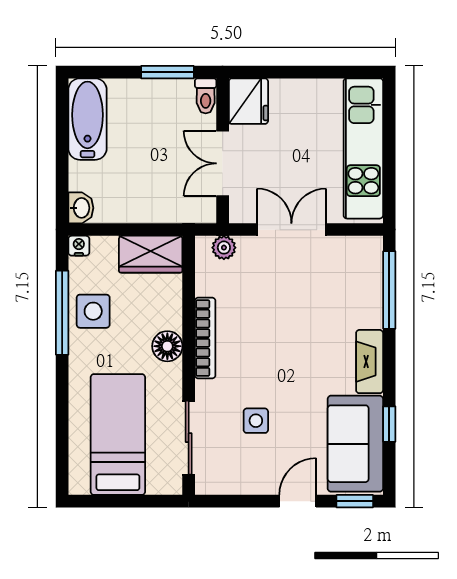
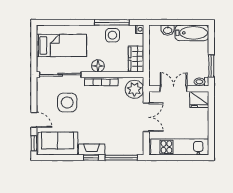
washbasin: (81, 208) -> (168, 30), moved
plant: (224, 248) -> (134, 89), width x1.88, depth x1.88
side table: (256, 421) -> (67, 102), width x1.87, depth x1.87
window: (389, 424) -> (91, 158), moved
sliding door: (189, 438) -> (60, 75), width x1.37

